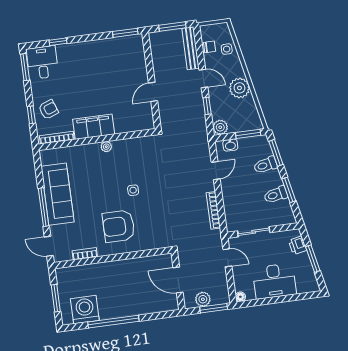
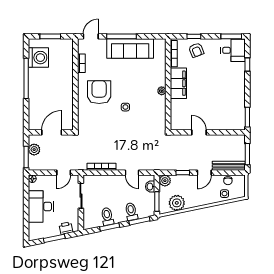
plant: (239, 88) -> (177, 203), moved

